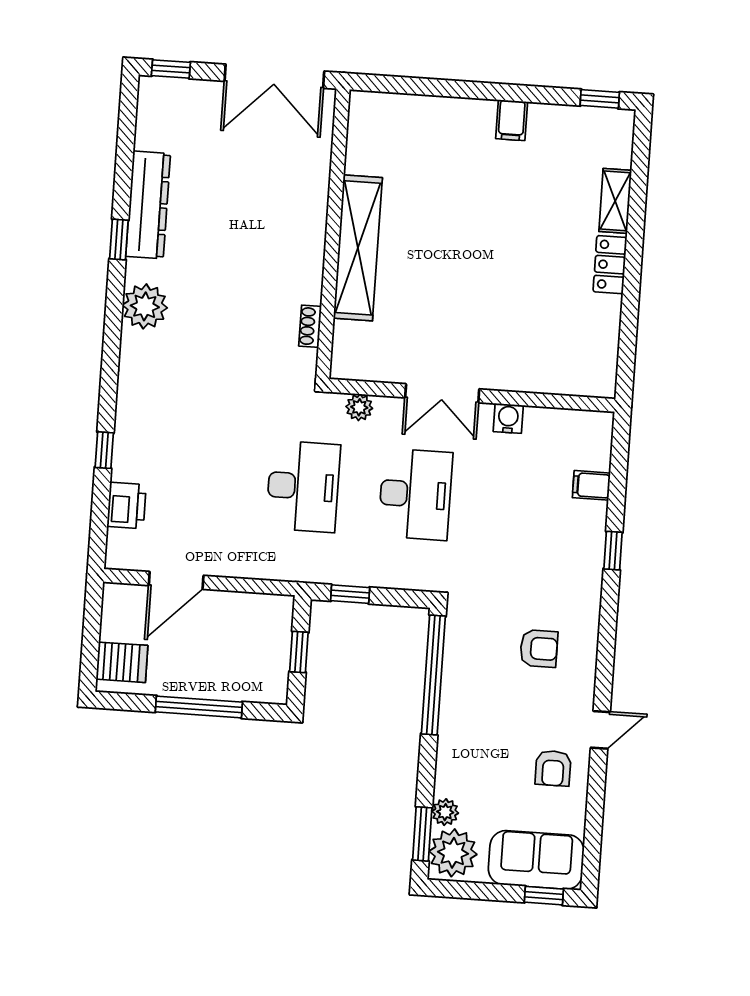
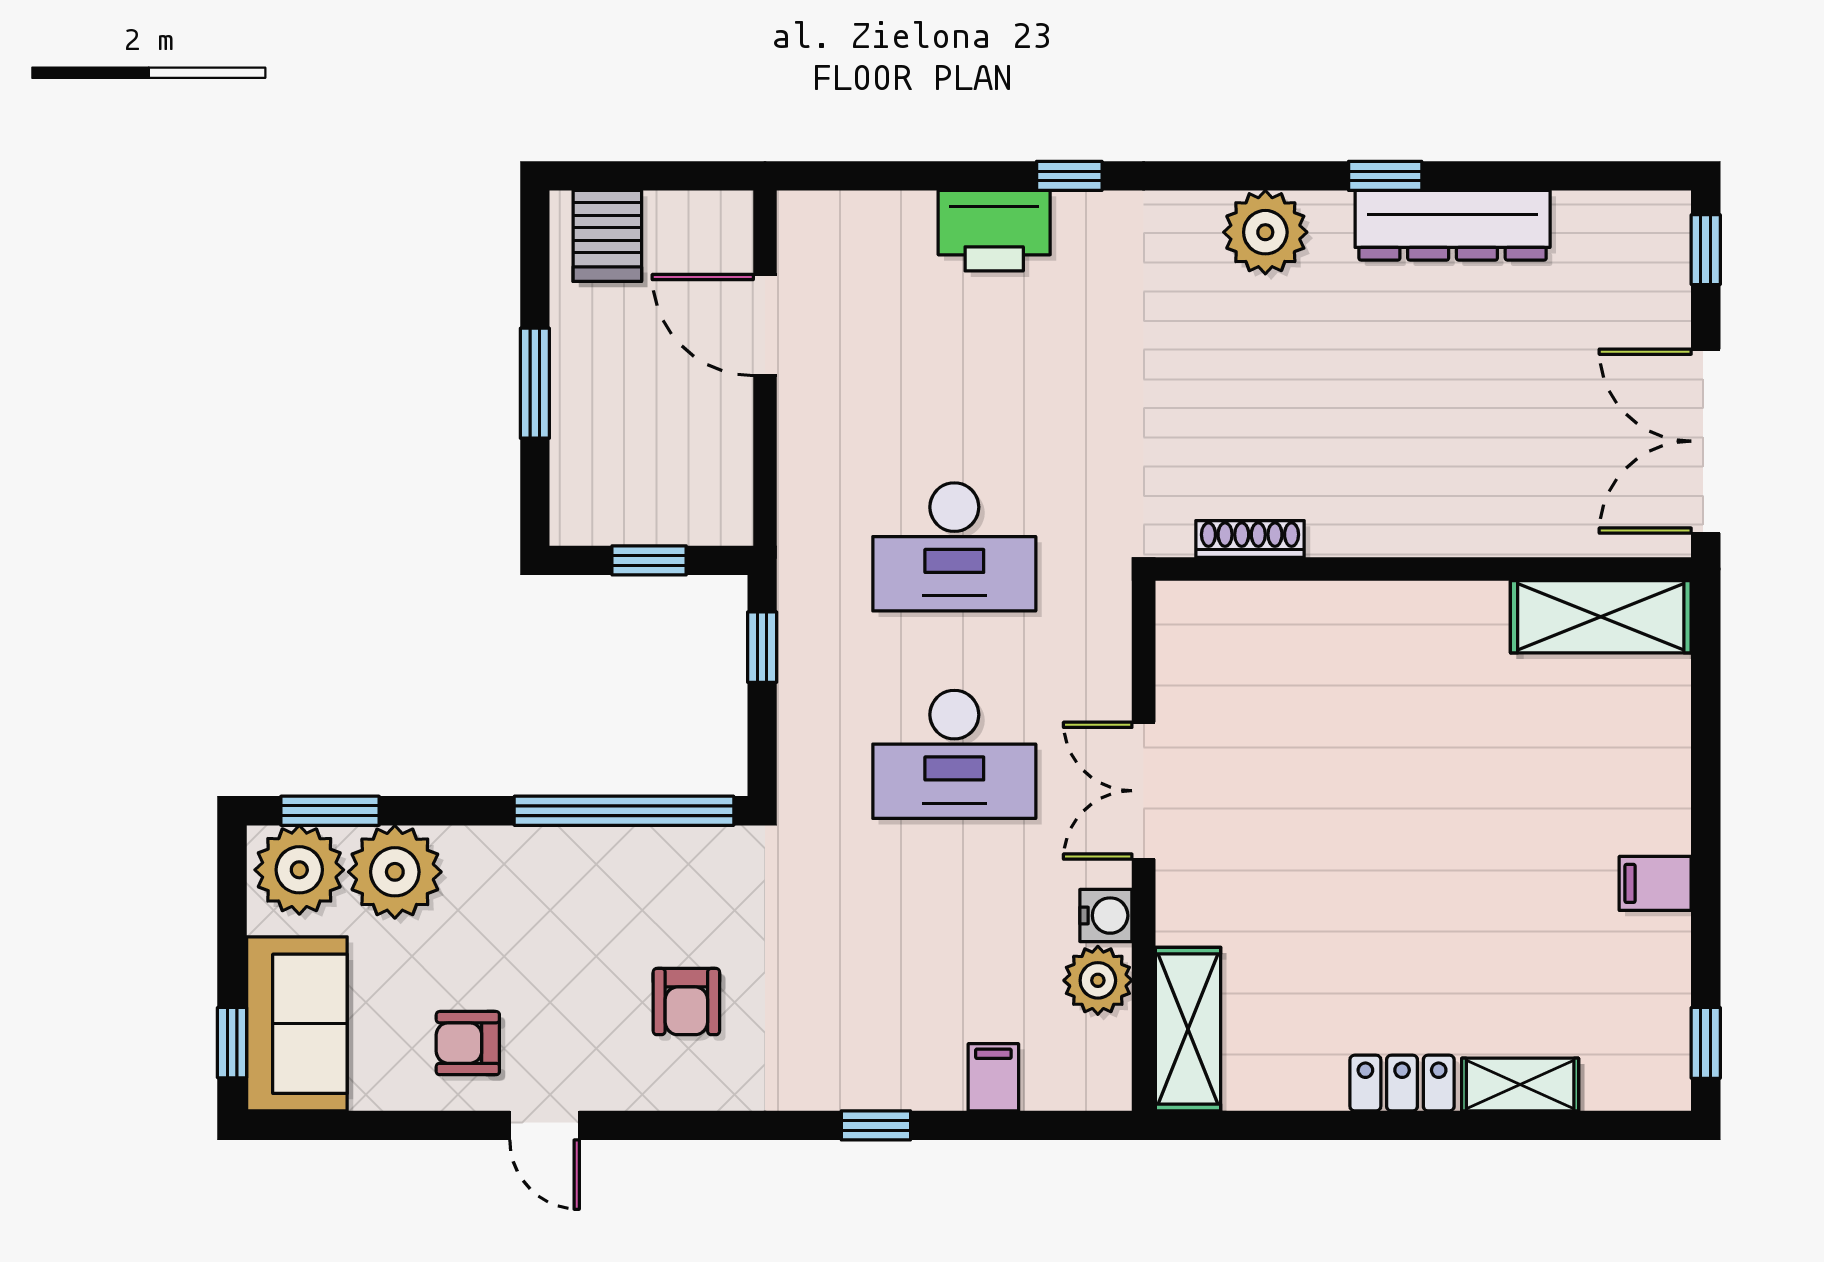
shelving: (358, 248) -> (1601, 617), moved, width x0.68
shoe rack: (310, 326) -> (1250, 539), width x1.43
shelving: (573, 378) -> (1188, 1029), added
plant: (359, 407) -> (1098, 980), moved, width x1.38, depth x1.38
window: (104, 450) -> (1069, 176), moved
printer: (127, 506) -> (994, 231), moved, width x1.37, depth x1.19
window: (199, 707) -> (535, 383), width x0.69
plant: (445, 812) -> (395, 872), width x1.88, depth x1.88

